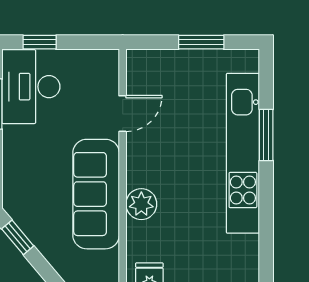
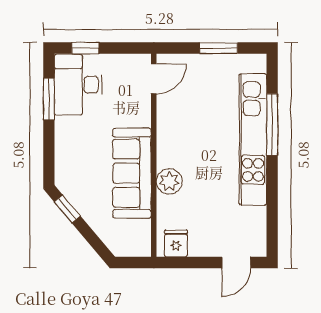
door: (123, 114) -> (154, 79), moved
window: (266, 135) -> (272, 125), width x1.44

